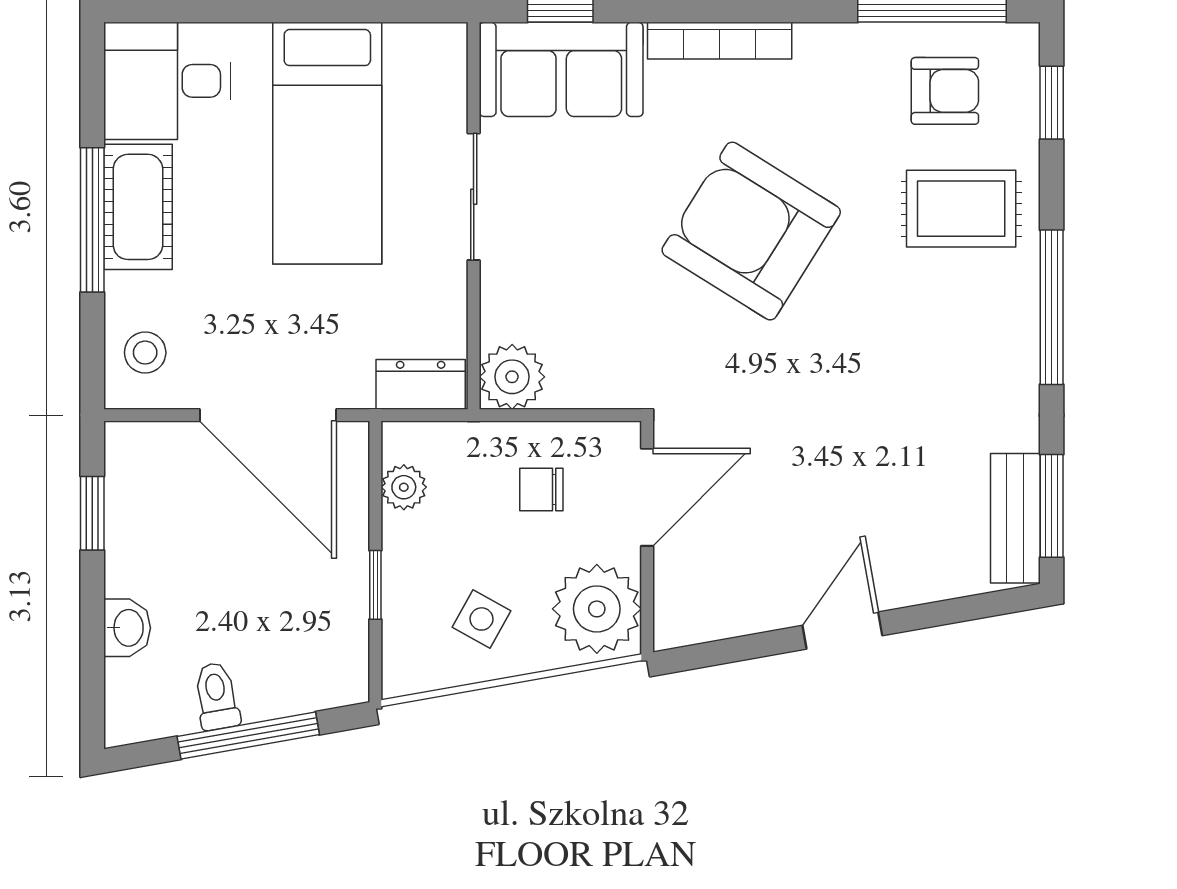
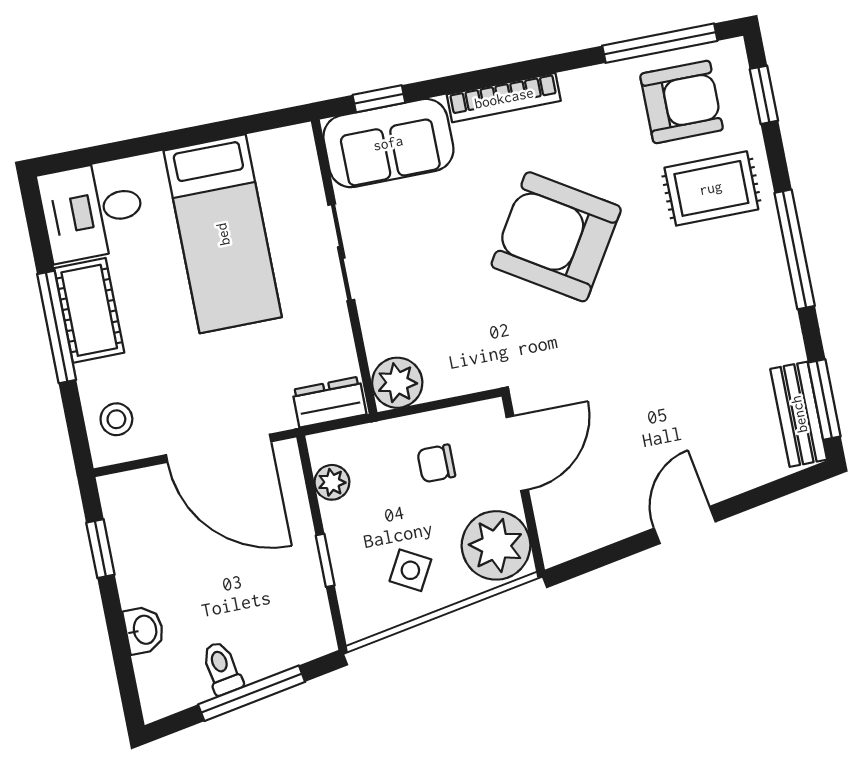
armchair: (945, 91) -> (682, 102), width x1.38, depth x1.38

